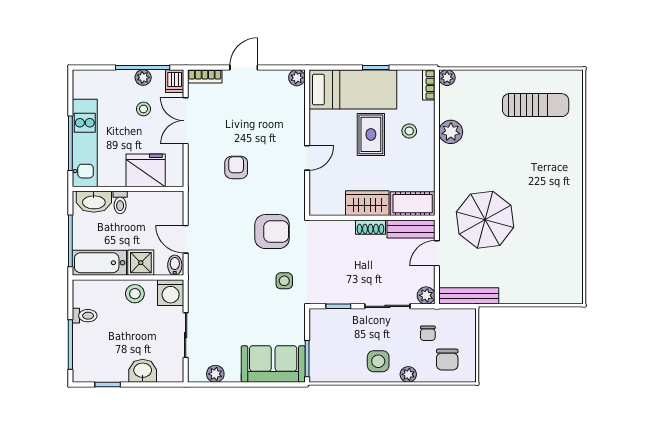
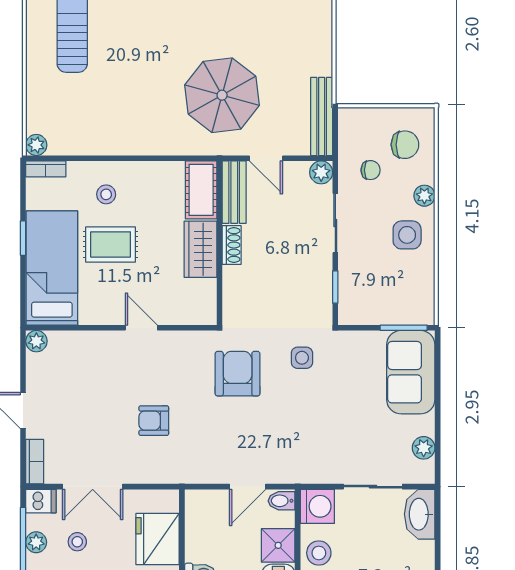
plant: (451, 132) -> (107, 140), removed
washbasin: (143, 371) -> (420, 514), moved, width x1.38

